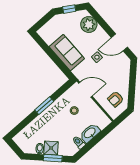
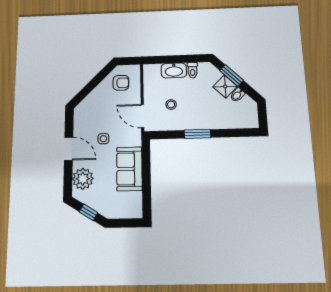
door: (119, 42) -> (69, 149), moved

